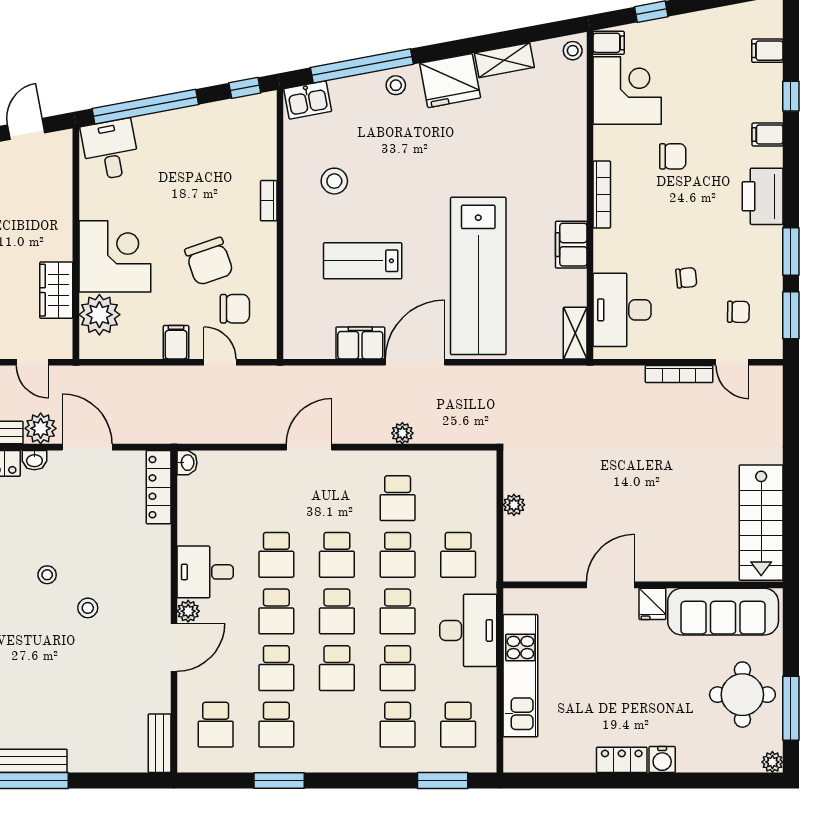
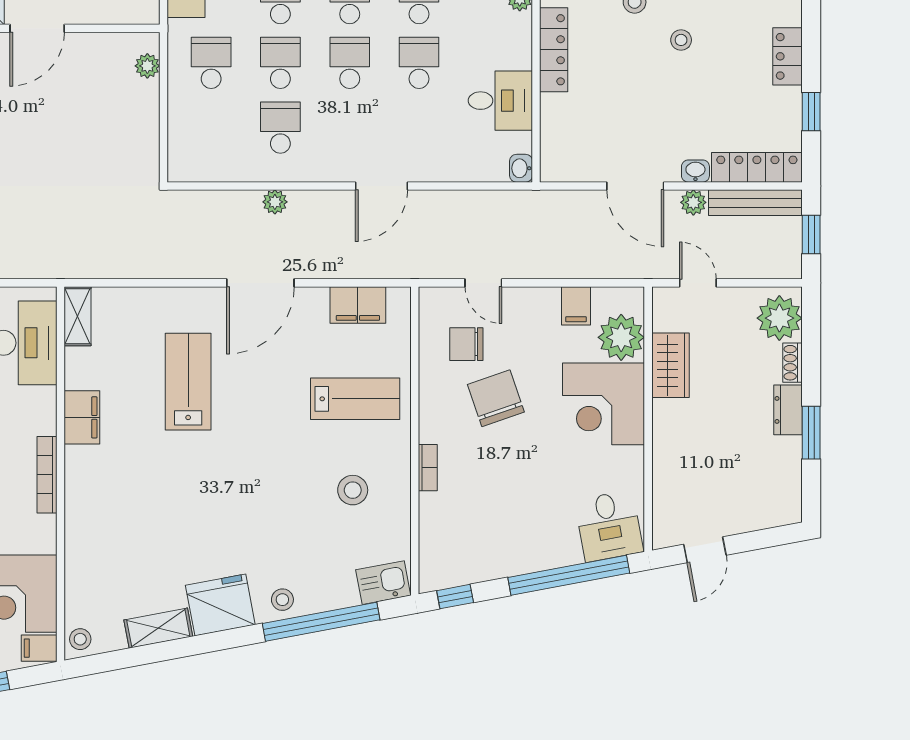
lab bench: (363, 261) -> (355, 399), moved
lab bench: (478, 276) -> (188, 382), width x0.54, depth x0.72
filing cabinet: (176, 342) -> (576, 306), moved
filing cabinet: (360, 343) -> (358, 305), moved
plant: (41, 428) -> (693, 202), width x0.73, depth x0.73
locker: (159, 487) -> (554, 50), moved
plant: (514, 505) -> (147, 66), moved
desk: (205, 572) -> (500, 101), moved

